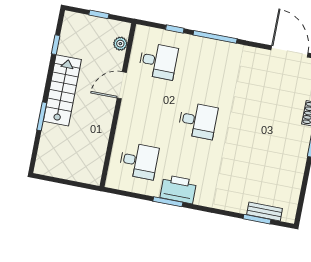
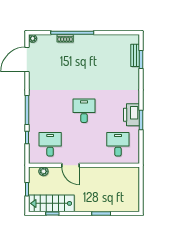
stairs: (62, 90) -> (51, 203), moved

